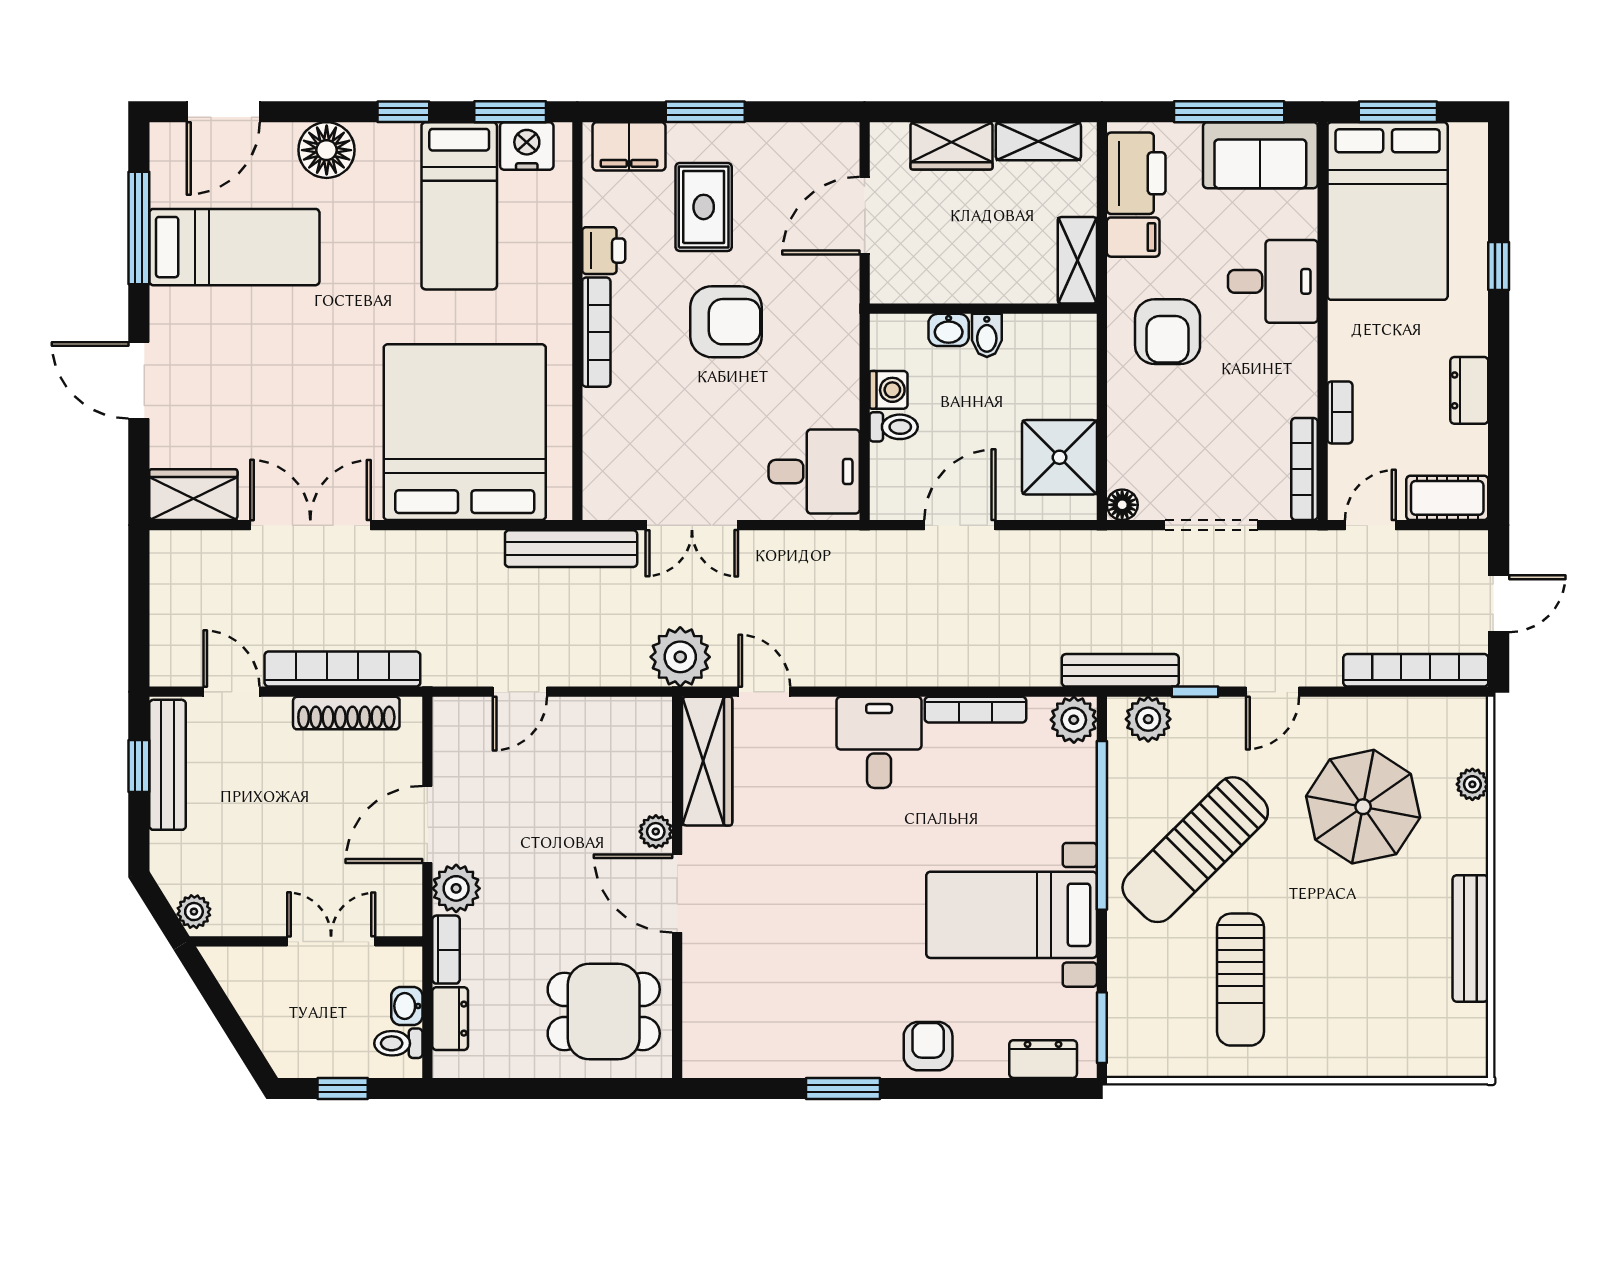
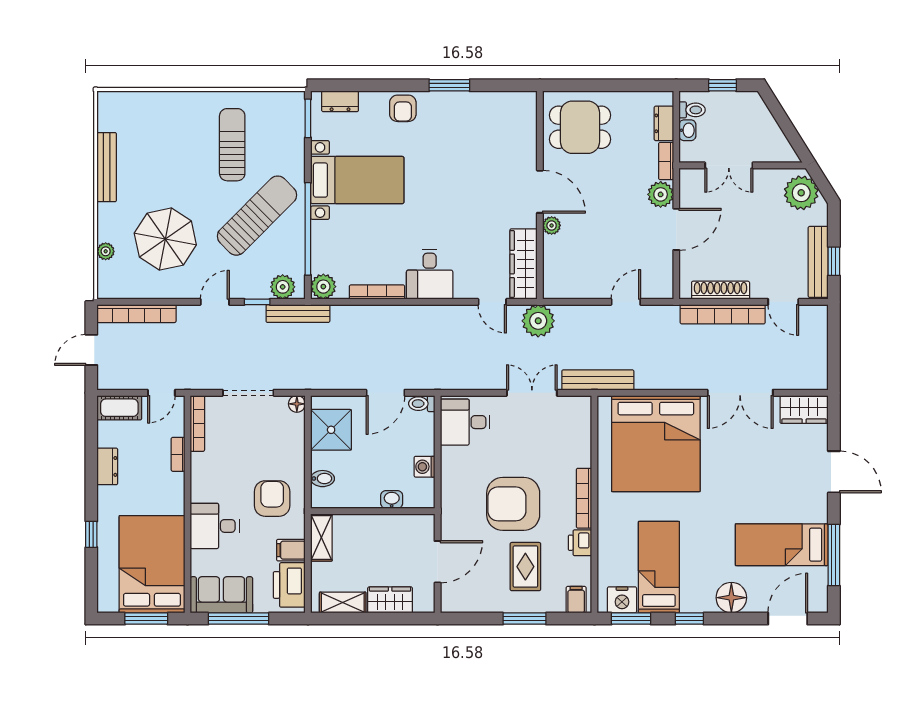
filing cabinet: (629, 146) -> (576, 600), width x0.50
armchair: (726, 322) -> (513, 504), width x1.36, depth x1.36
bidet: (987, 335) -> (323, 479), moved, turned 90
toilet: (894, 427) -> (422, 404), moved
plant: (194, 912) -> (801, 193), width x1.87, depth x1.87

